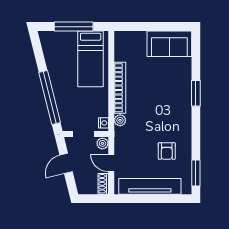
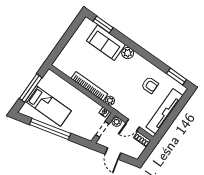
sofa: (169, 44) -> (106, 43), moved, turned 90
bed: (91, 59) -> (48, 106), moved
window: (196, 93) -> (103, 25), moved
window: (50, 98) -> (50, 129), moved
plant: (184, 103) -> (128, 53), added

